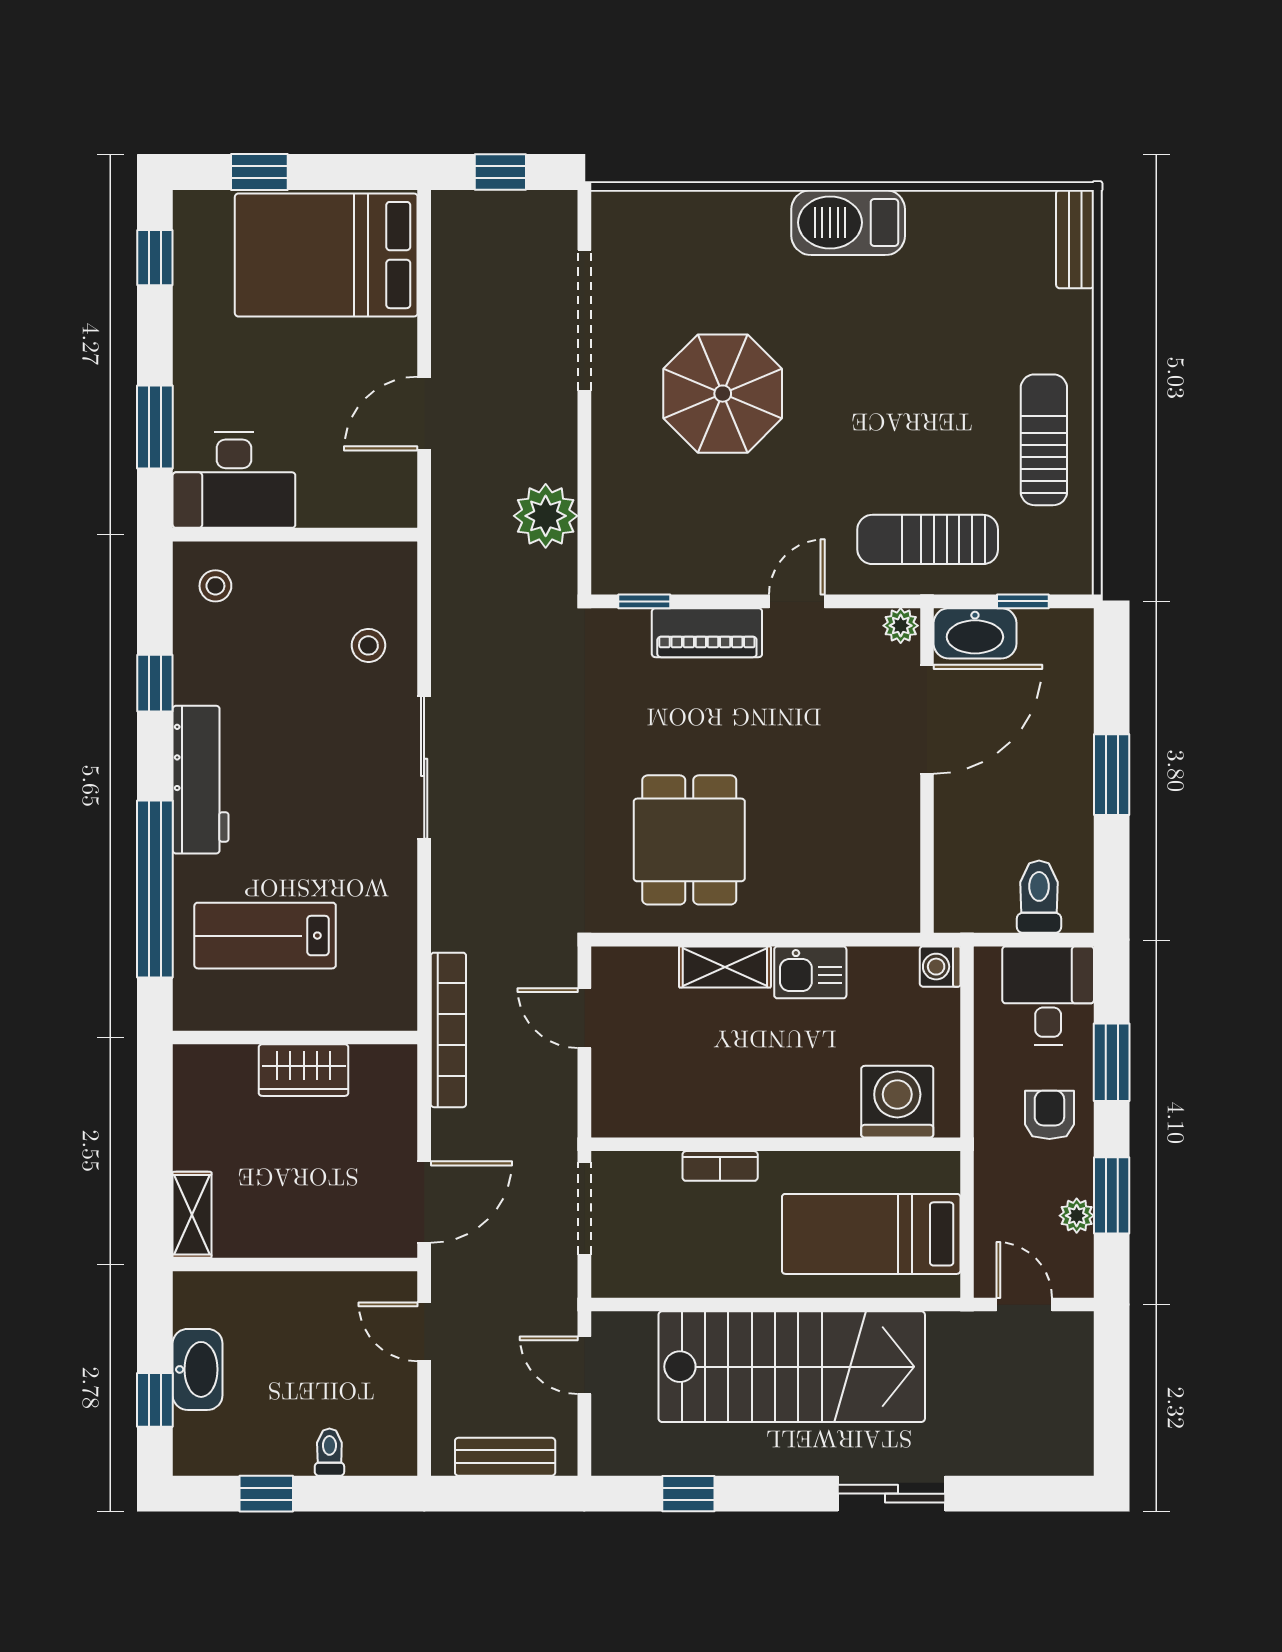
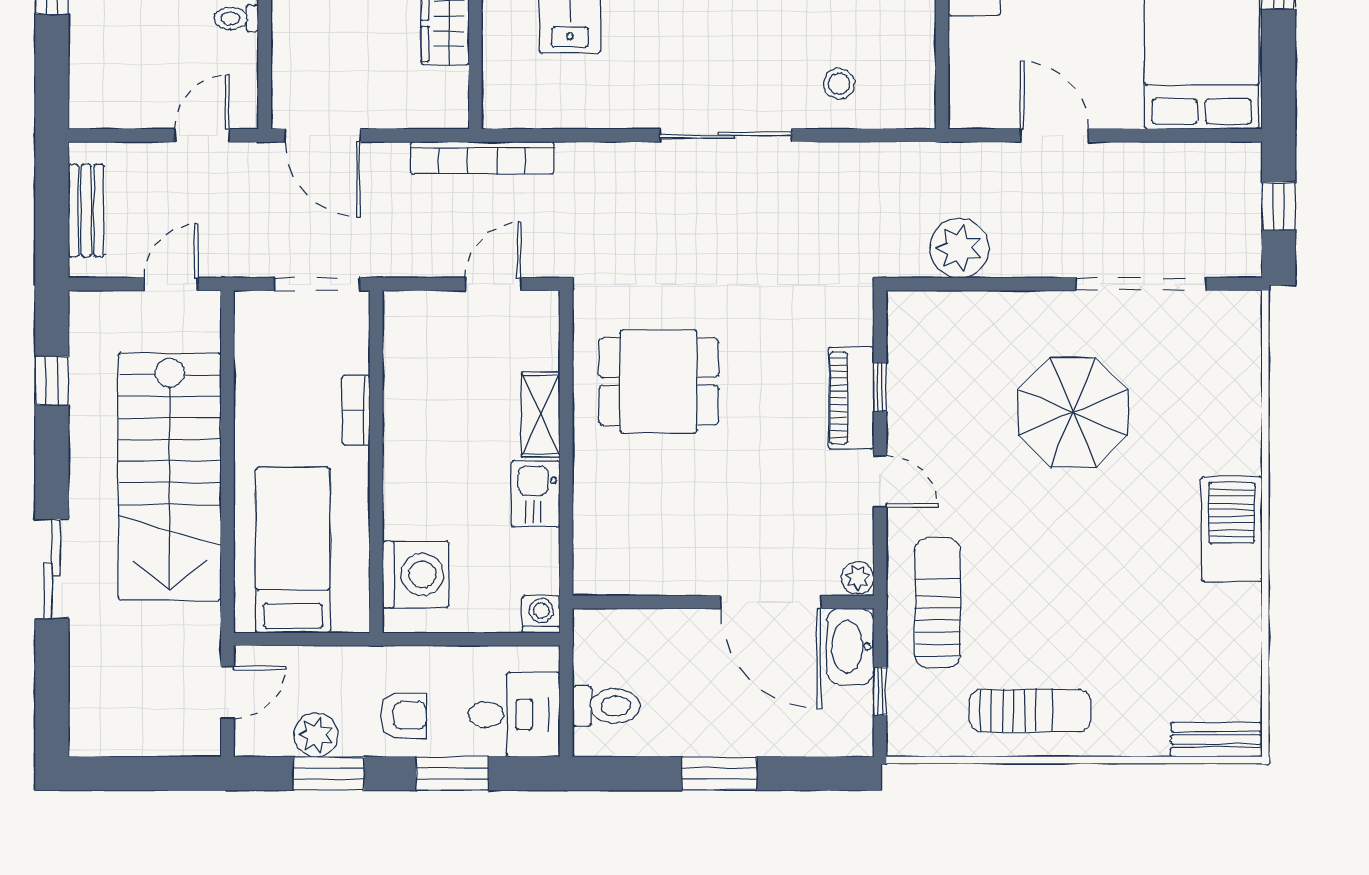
window: (644, 601) -> (880, 387), moved
plant: (1077, 1216) -> (316, 735), width x1.38, depth x1.38
toilet: (329, 1452) -> (236, 18), moved, turned 180

